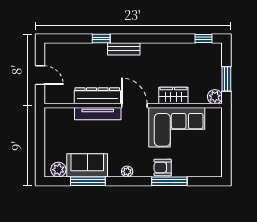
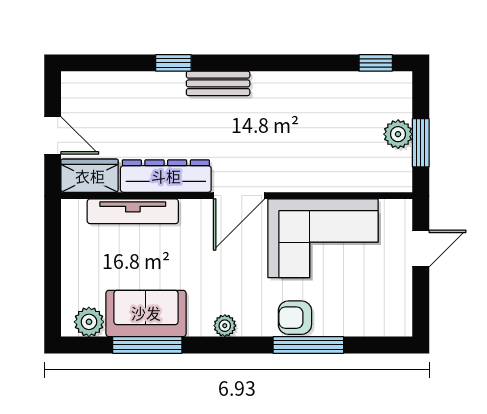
wardrobe: (173, 96) -> (90, 176), moved
plant: (215, 97) -> (398, 134), moved
door: (134, 106) -> (239, 196), swing flipped
tv unit: (98, 114) -> (133, 211), moved
door: (226, 132) -> (421, 248), added

